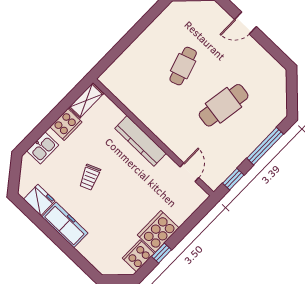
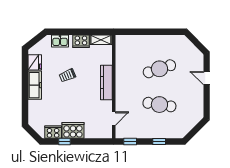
cafe table: (183, 66) -> (159, 69), width x1.37, depth x1.35
window: (265, 146) -> (159, 142), width x0.46

